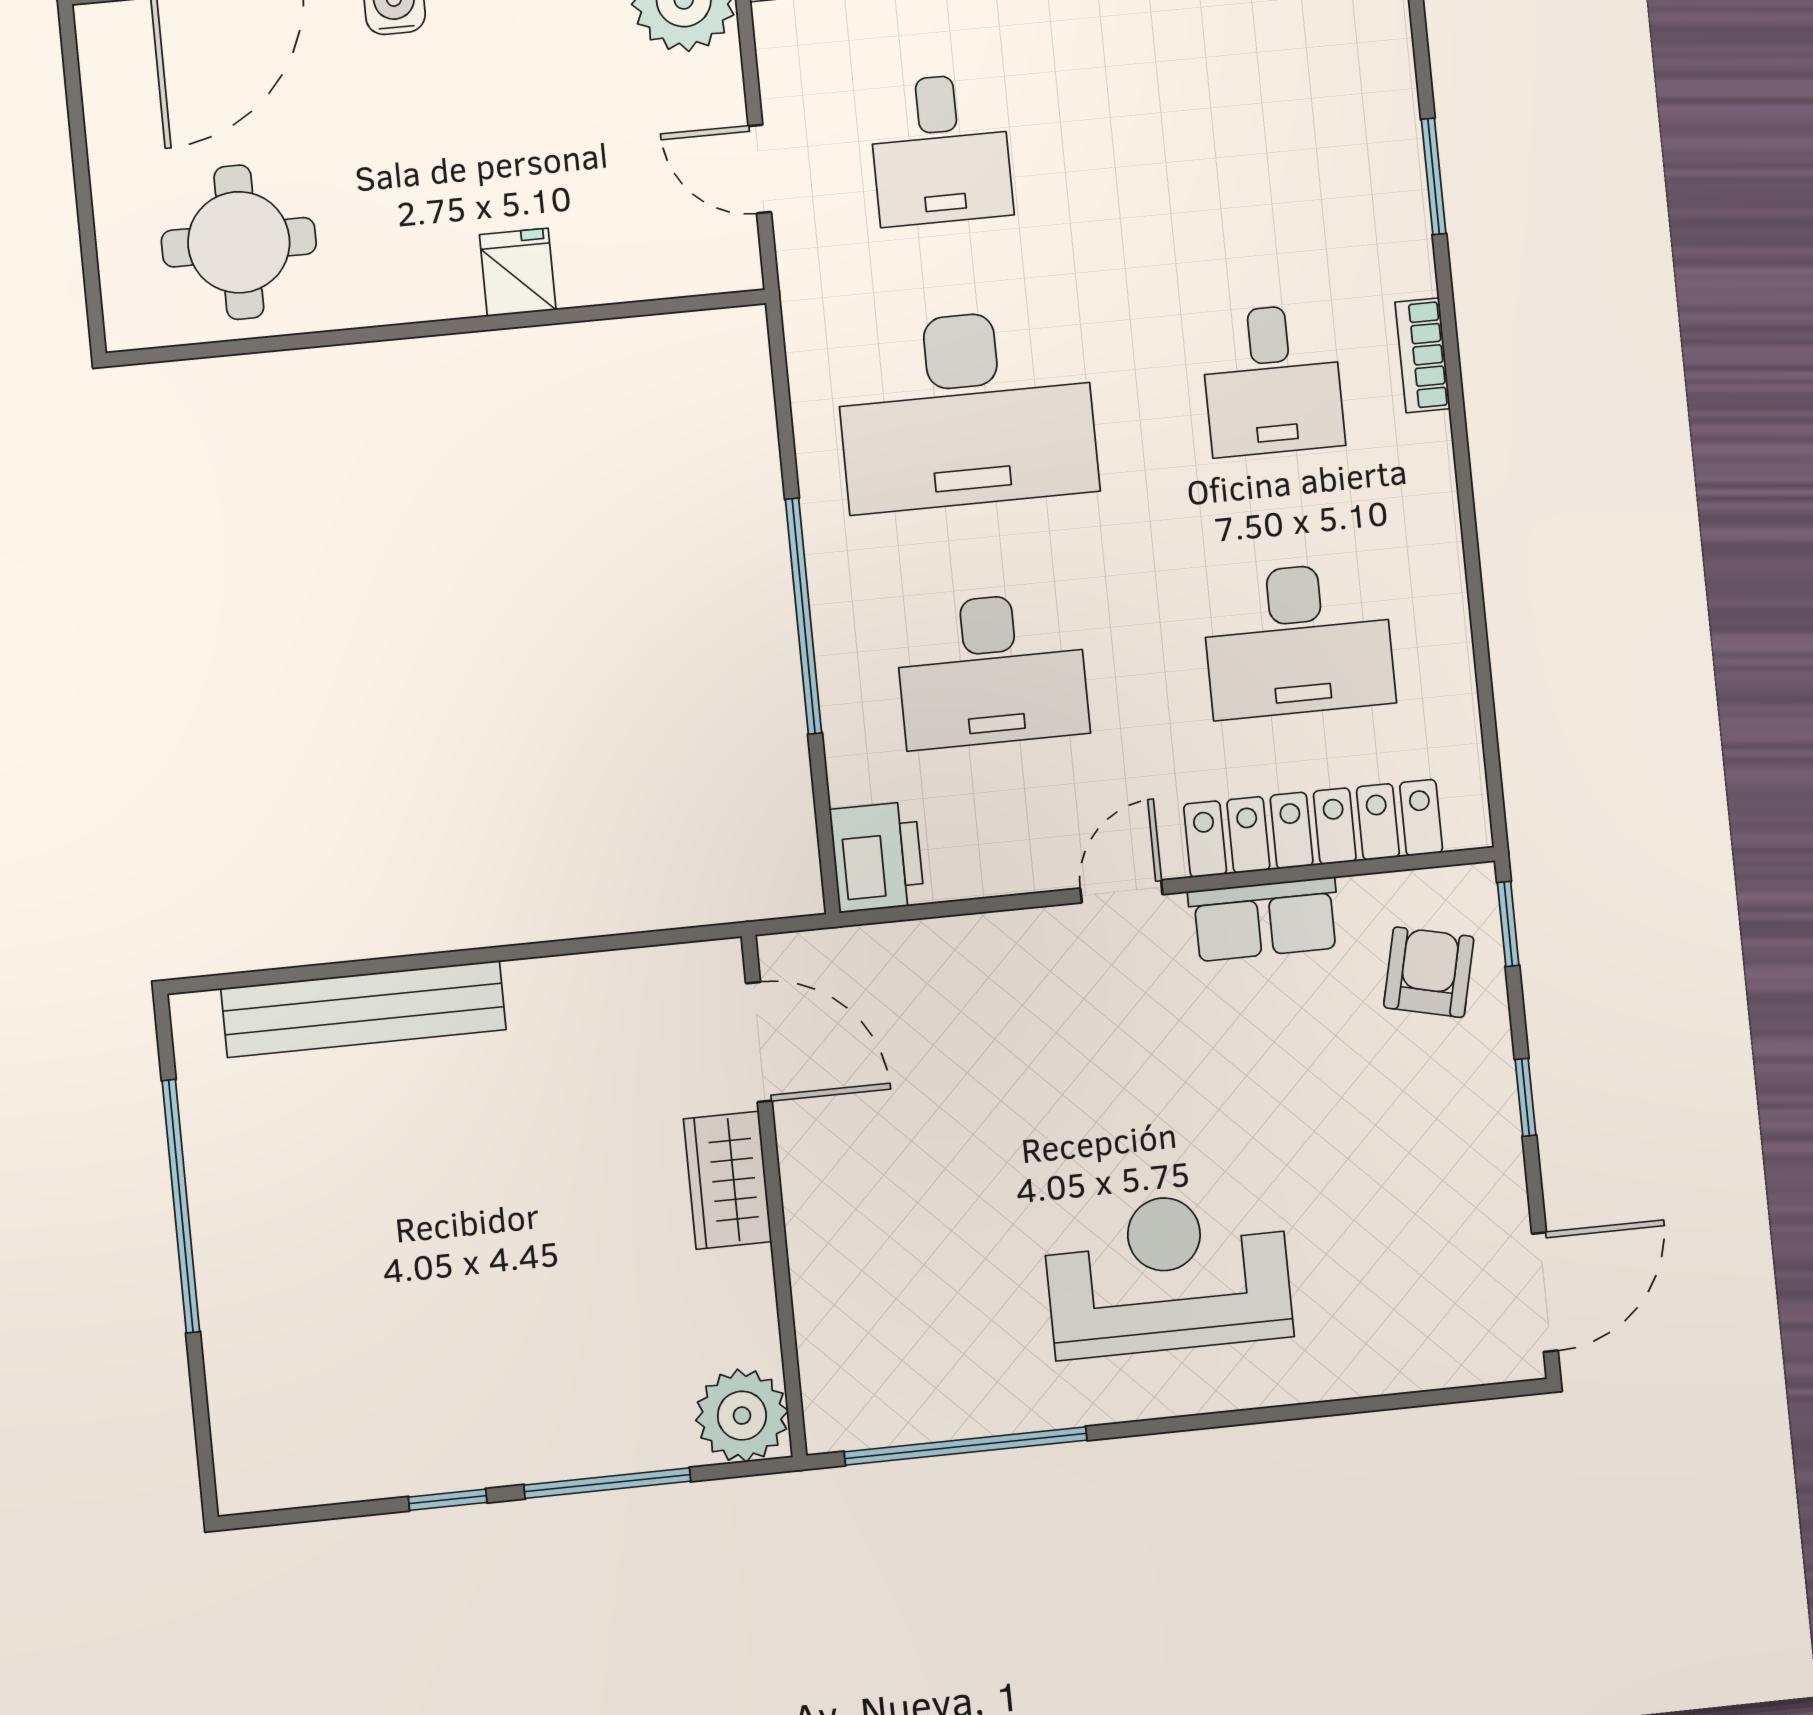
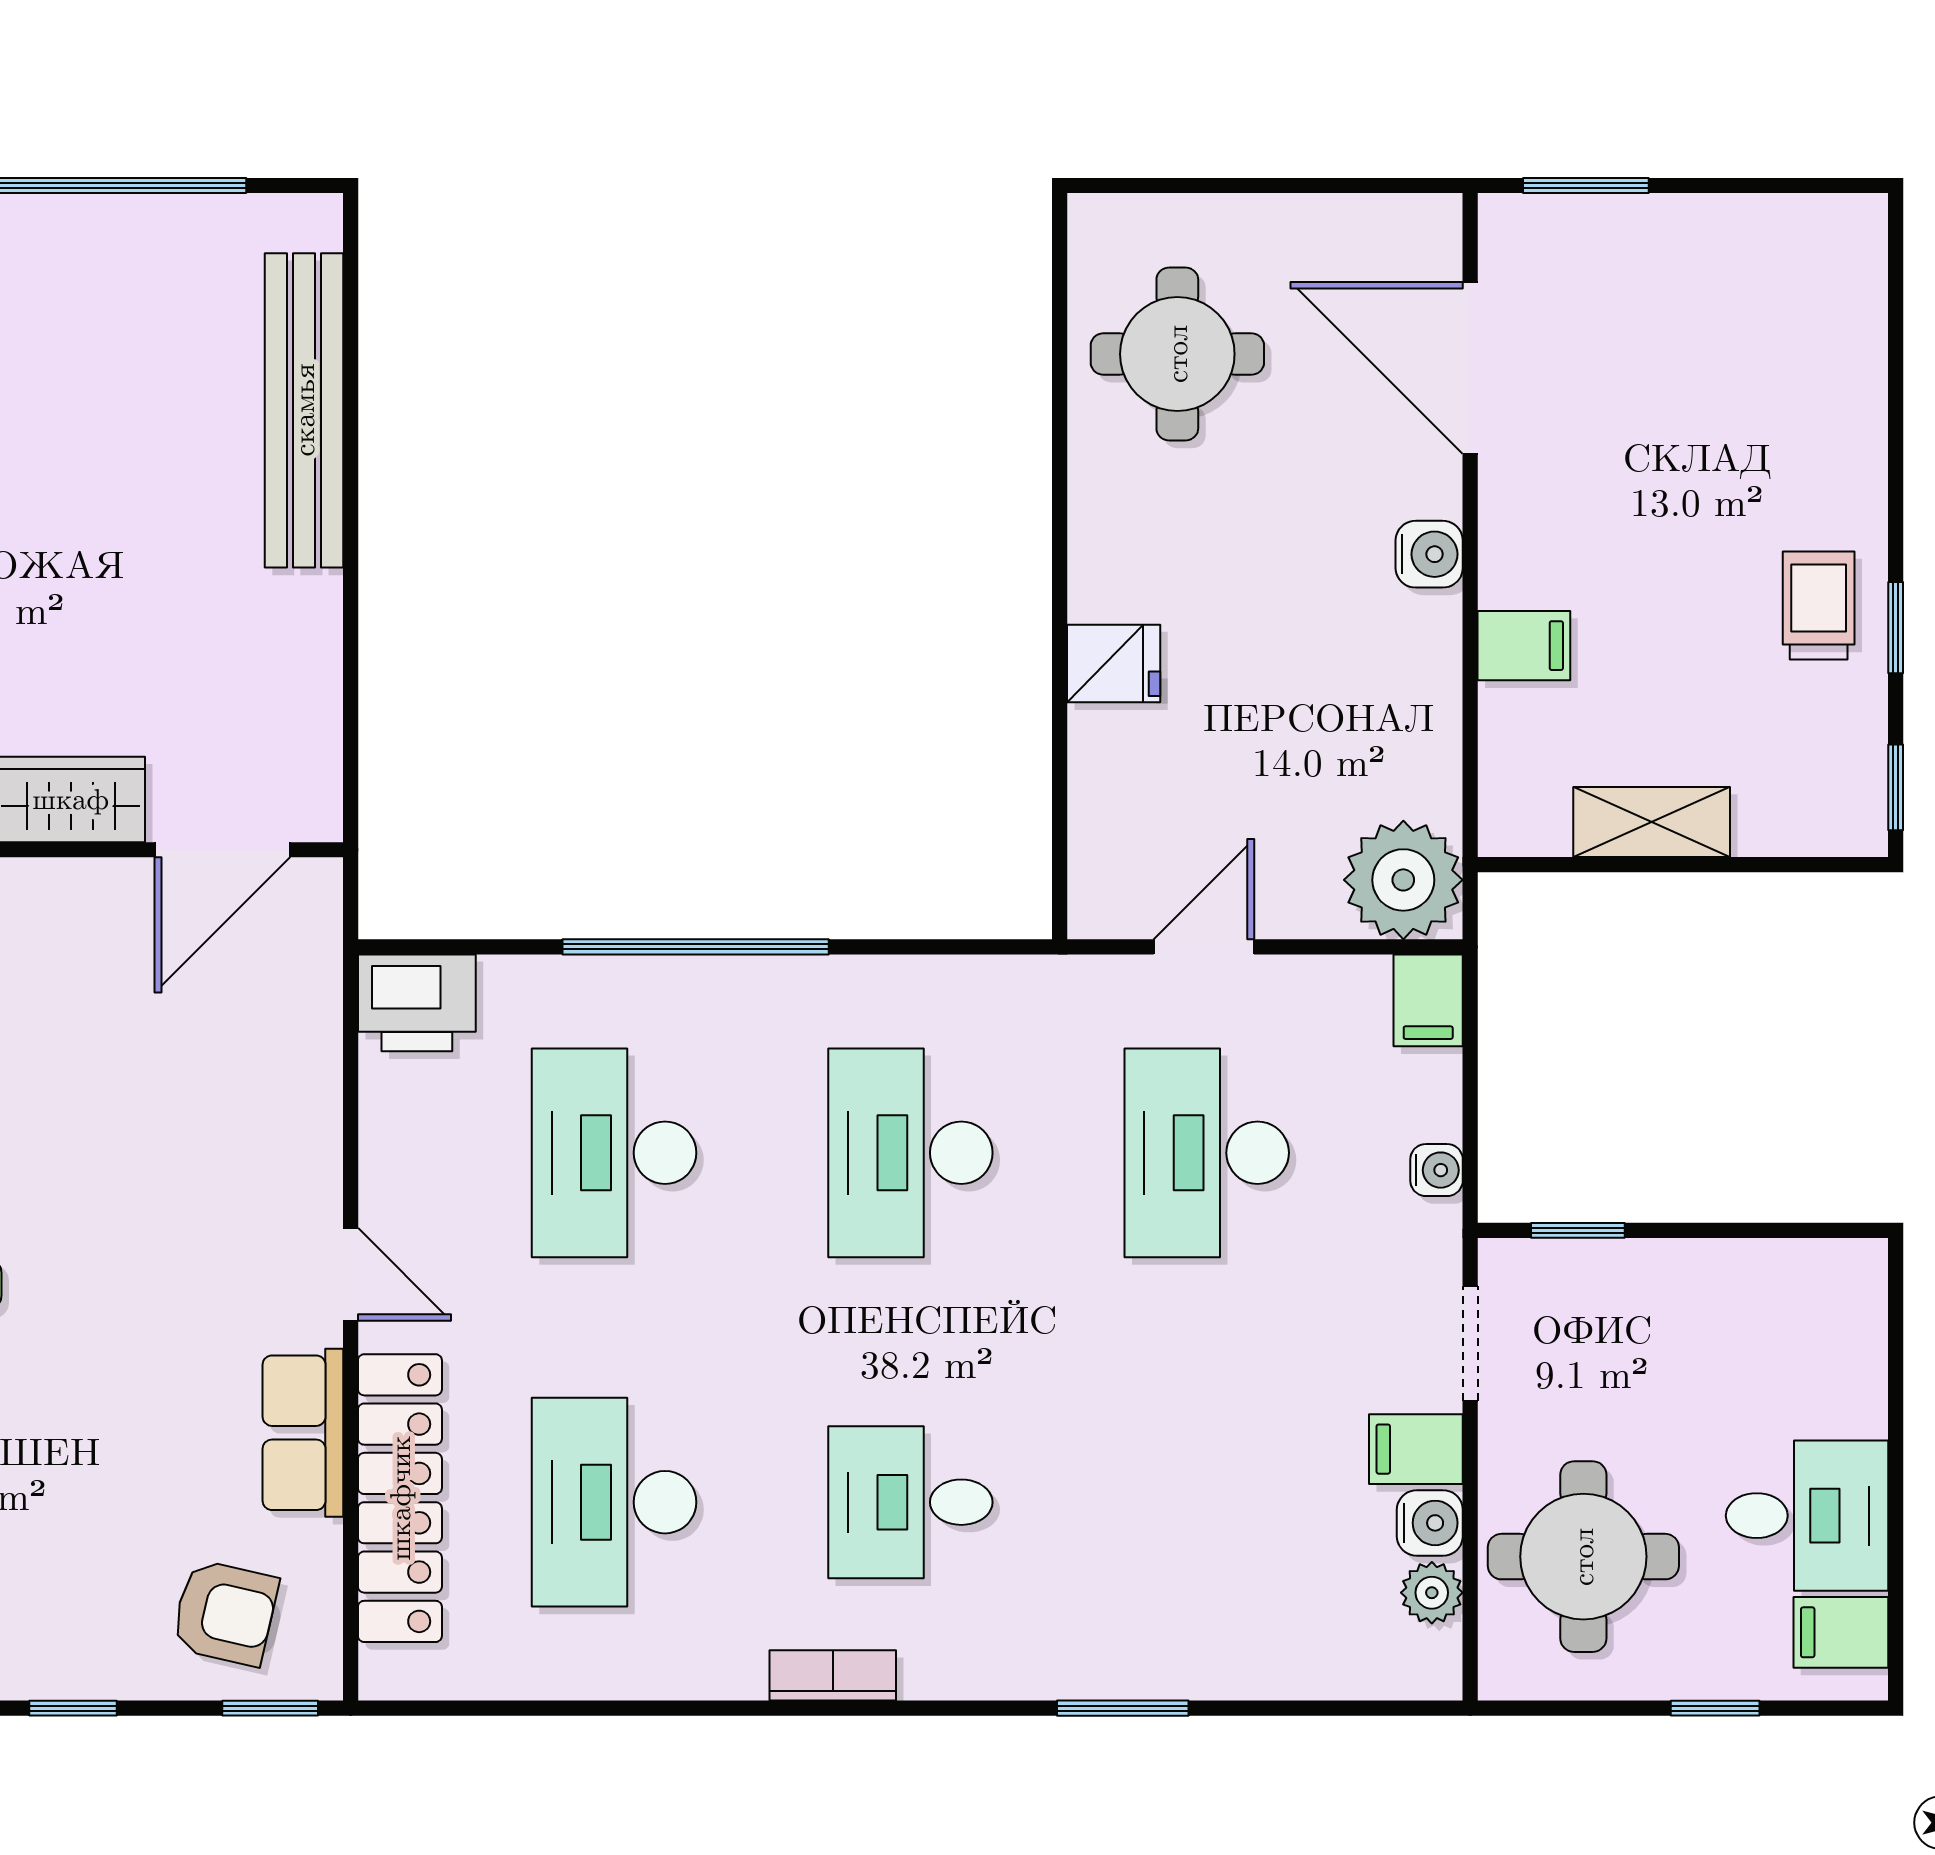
desk: (940, 149) -> (1207, 1153), width x1.37
bookcase: (1423, 355) -> (833, 1675), moved
desk: (966, 410) -> (910, 1153), width x0.73, depth x0.77

